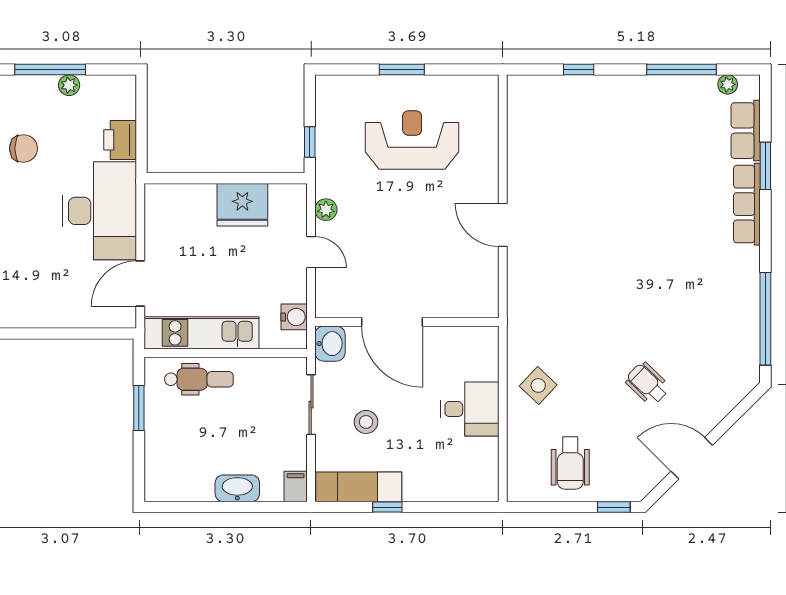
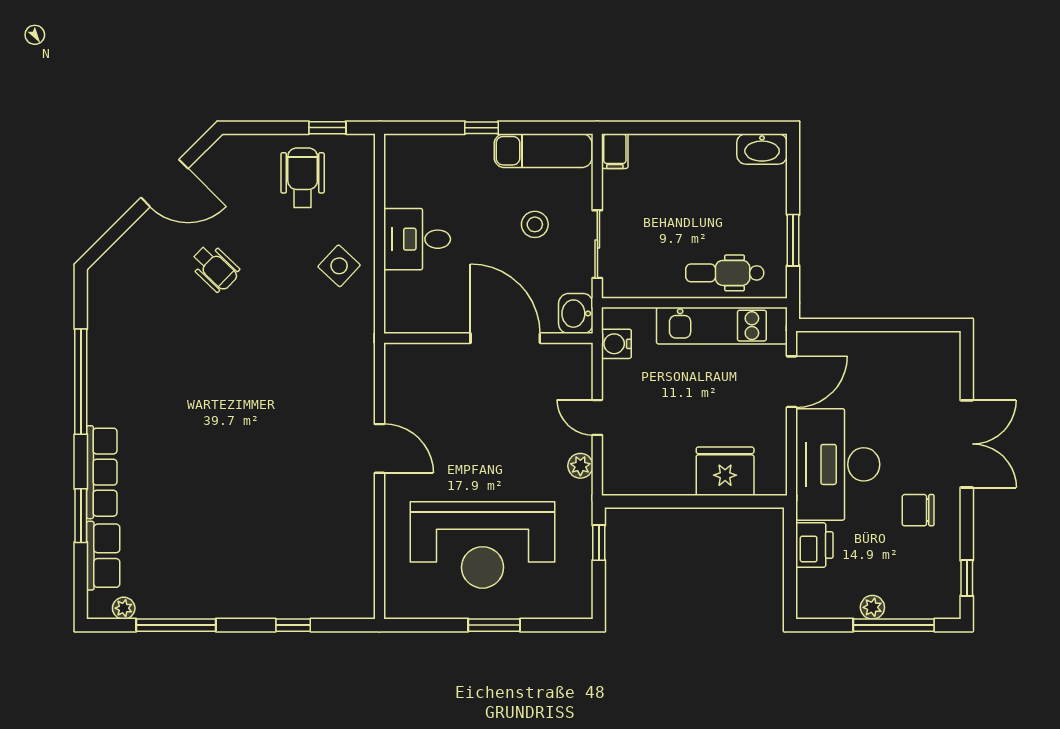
reception desk: (412, 140) -> (482, 545), width x1.36, depth x1.30
chair: (23, 148) -> (918, 510), moved
fridge: (242, 205) -> (725, 471), moved
window: (765, 319) -> (81, 382), moved
washbasin: (237, 488) -> (762, 149), moved
window: (387, 507) -> (482, 128), moved
window: (614, 507) -> (327, 128), moved

